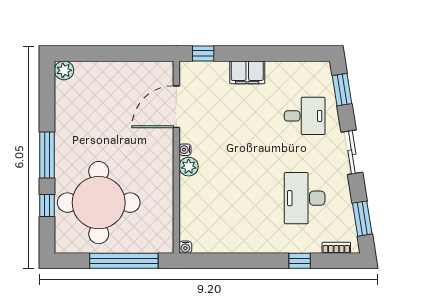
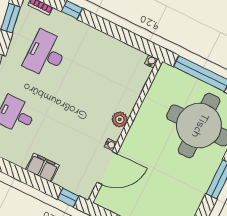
water cooler: (185, 150) -> (111, 145), moved
desk: (305, 198) -> (46, 54), turned 180

